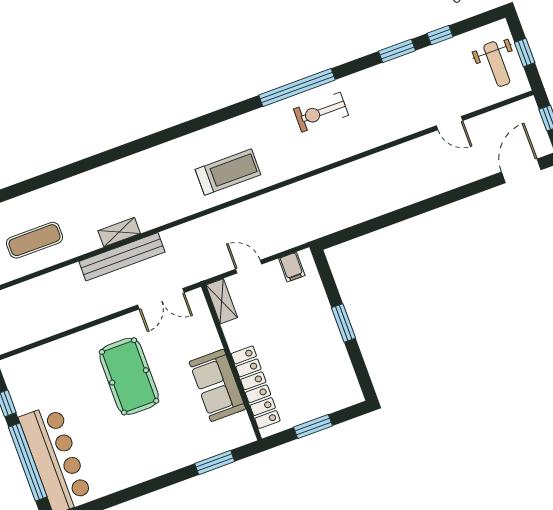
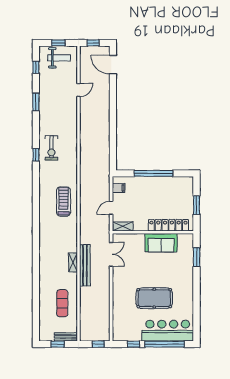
window: (440, 35) -> (36, 67), moved
window: (297, 87) -> (36, 155), width x0.32
window: (344, 323) -> (153, 173), width x2.11
pool table: (129, 376) -> (154, 298), moved

